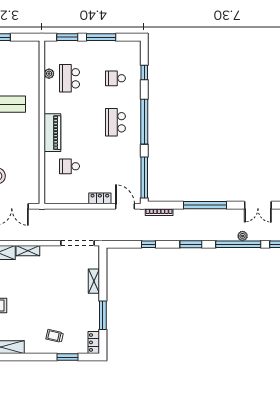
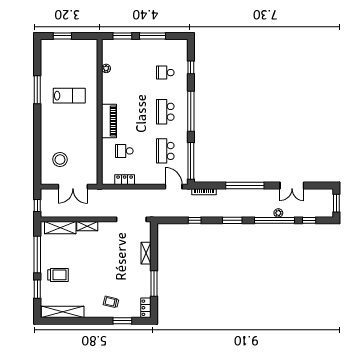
school desk: (70, 78) -> (165, 151), moved
locker: (100, 198) -> (125, 180), moved

